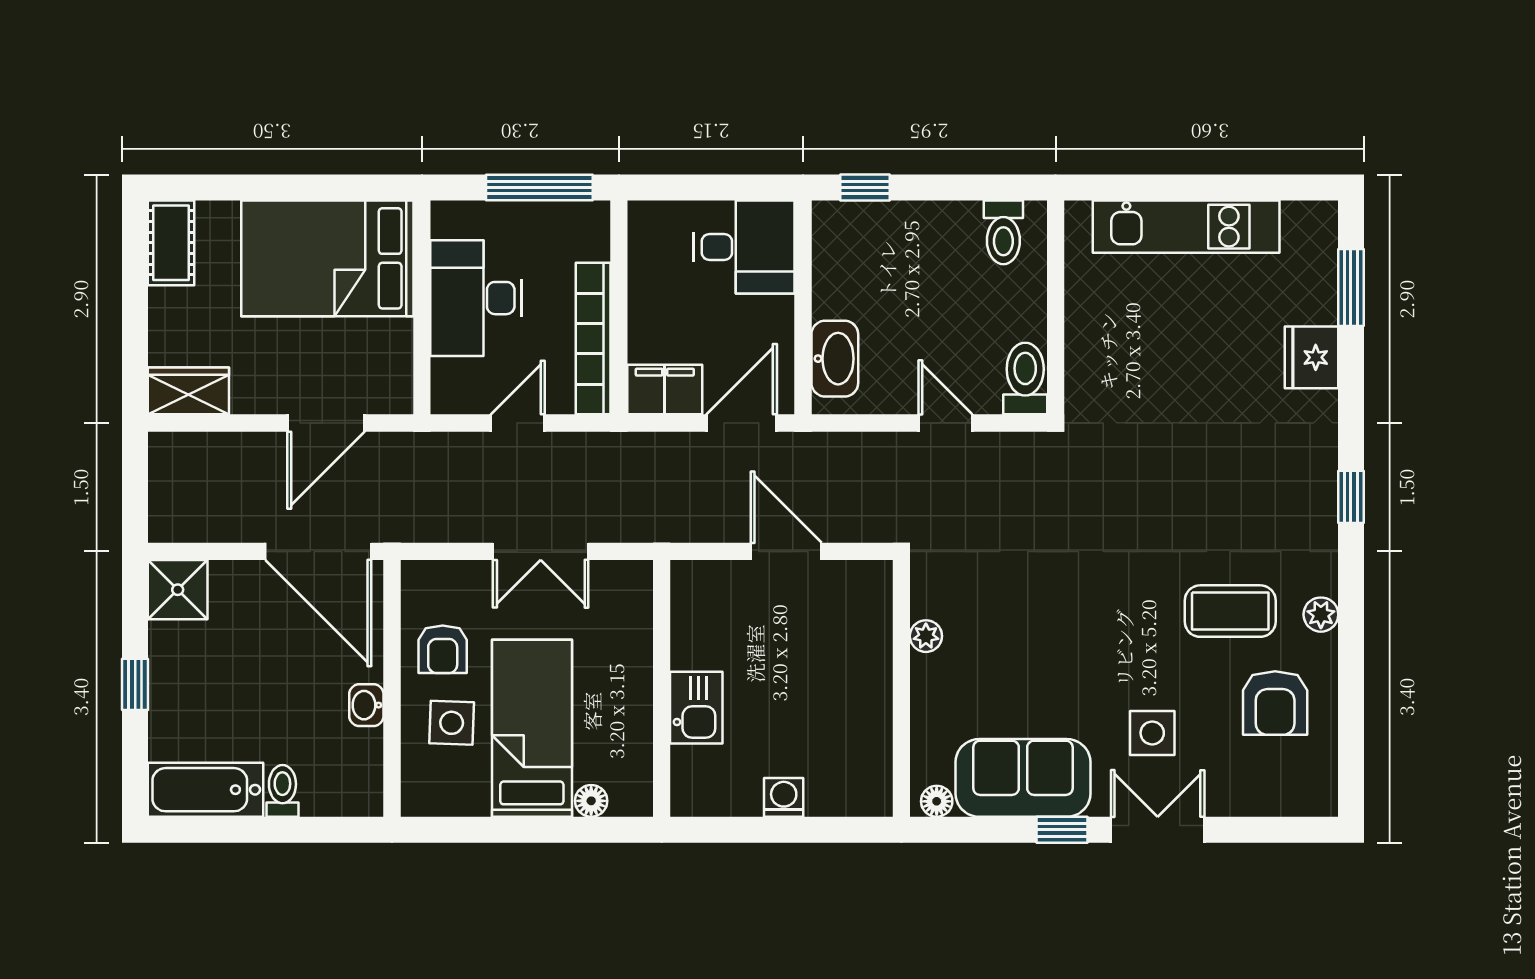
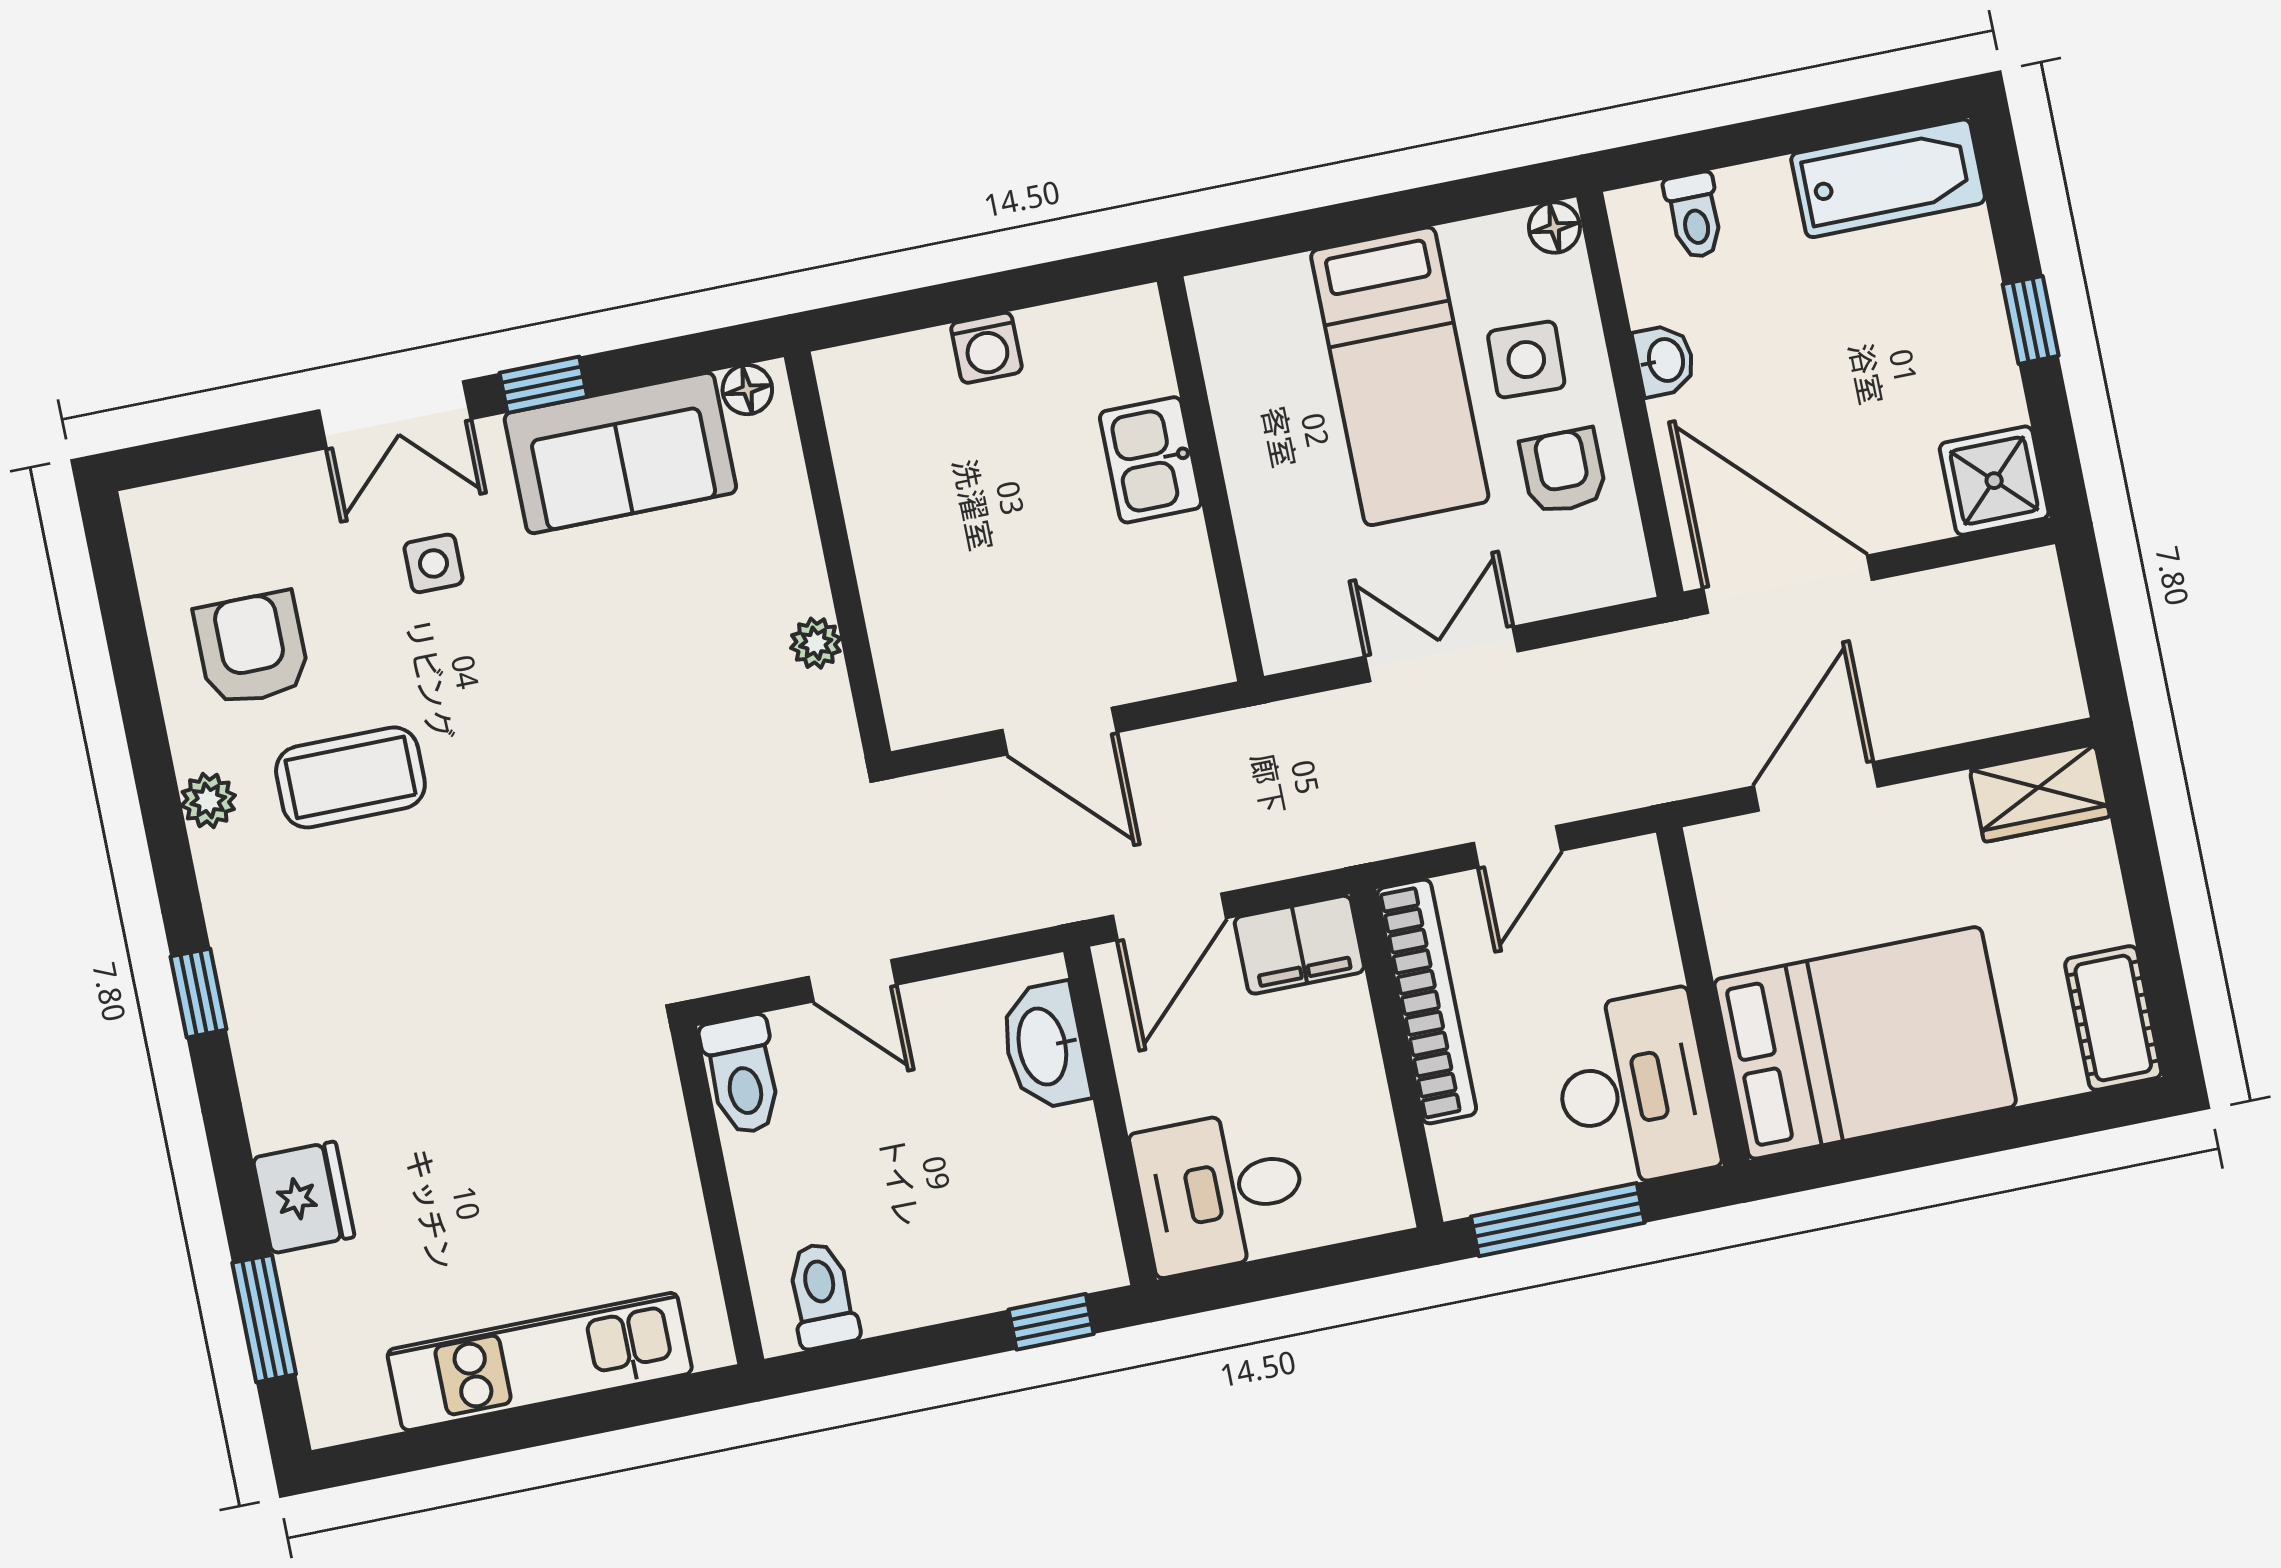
desk: (476, 298) -> (1634, 1090), moved
side table: (1152, 733) -> (433, 563), width x0.73, depth x0.73
toilet: (282, 791) -> (1694, 215), moved
floor lamp: (591, 801) -> (1554, 228), moved

